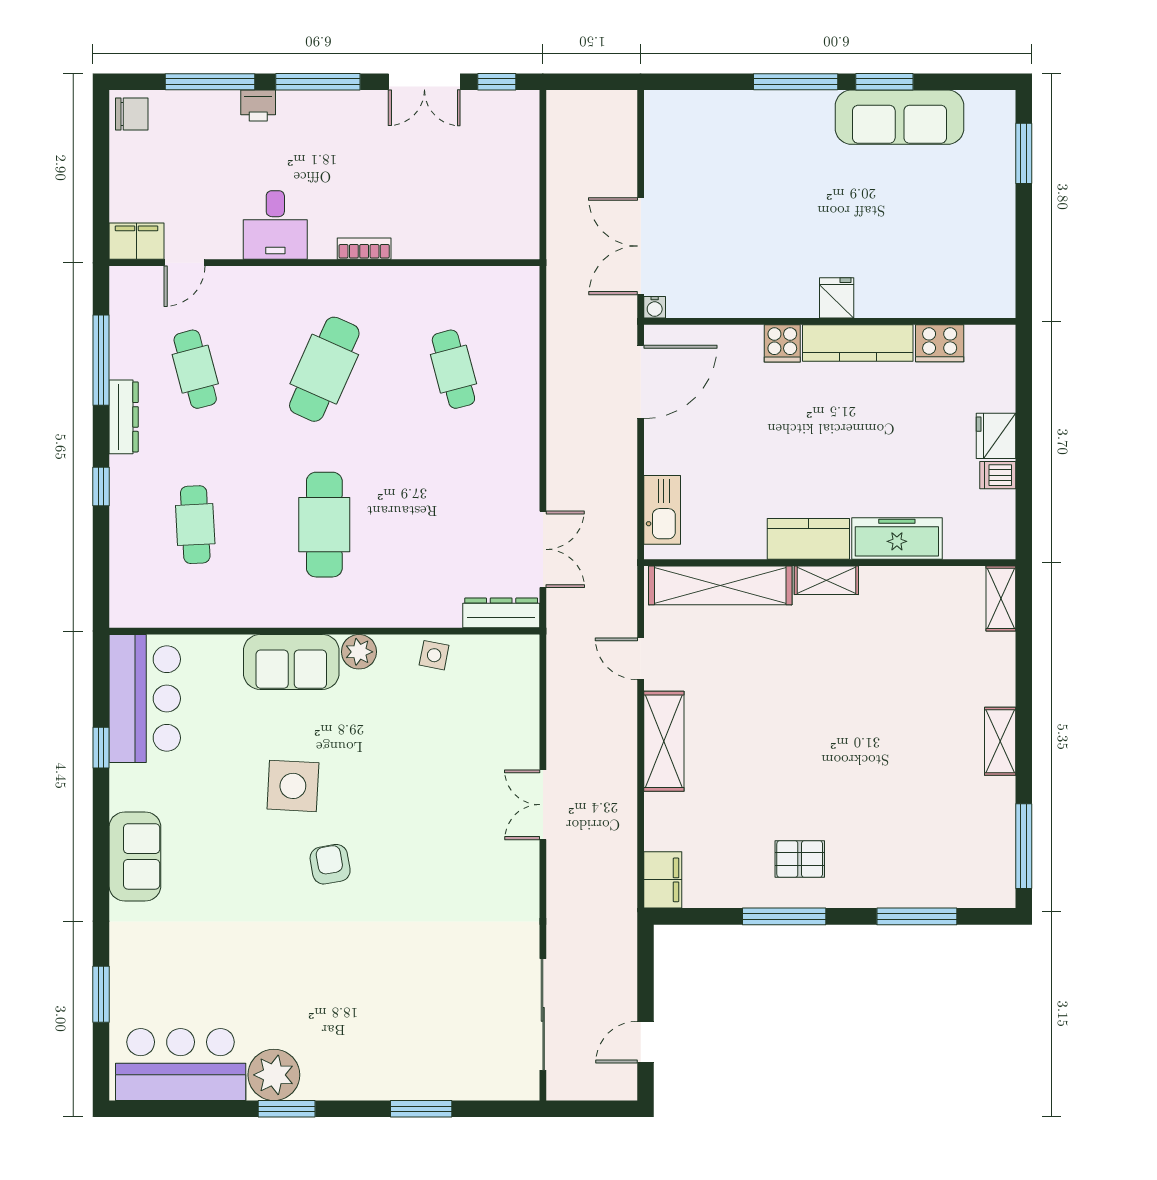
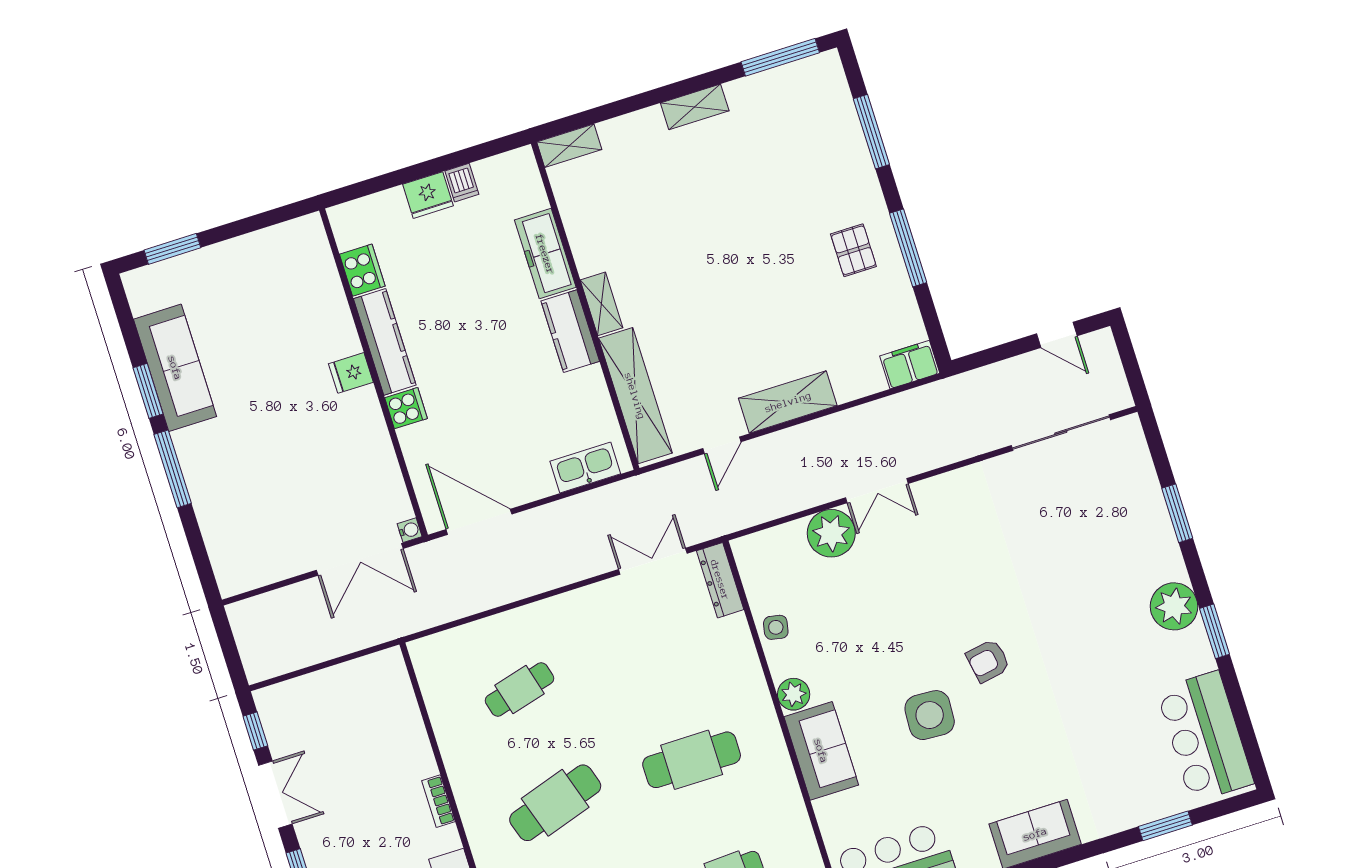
cafe table: (324, 369) -> (555, 803), turned -42
plant: (514, 743) -> (831, 533), added
plant: (274, 1075) -> (1174, 606), moved

